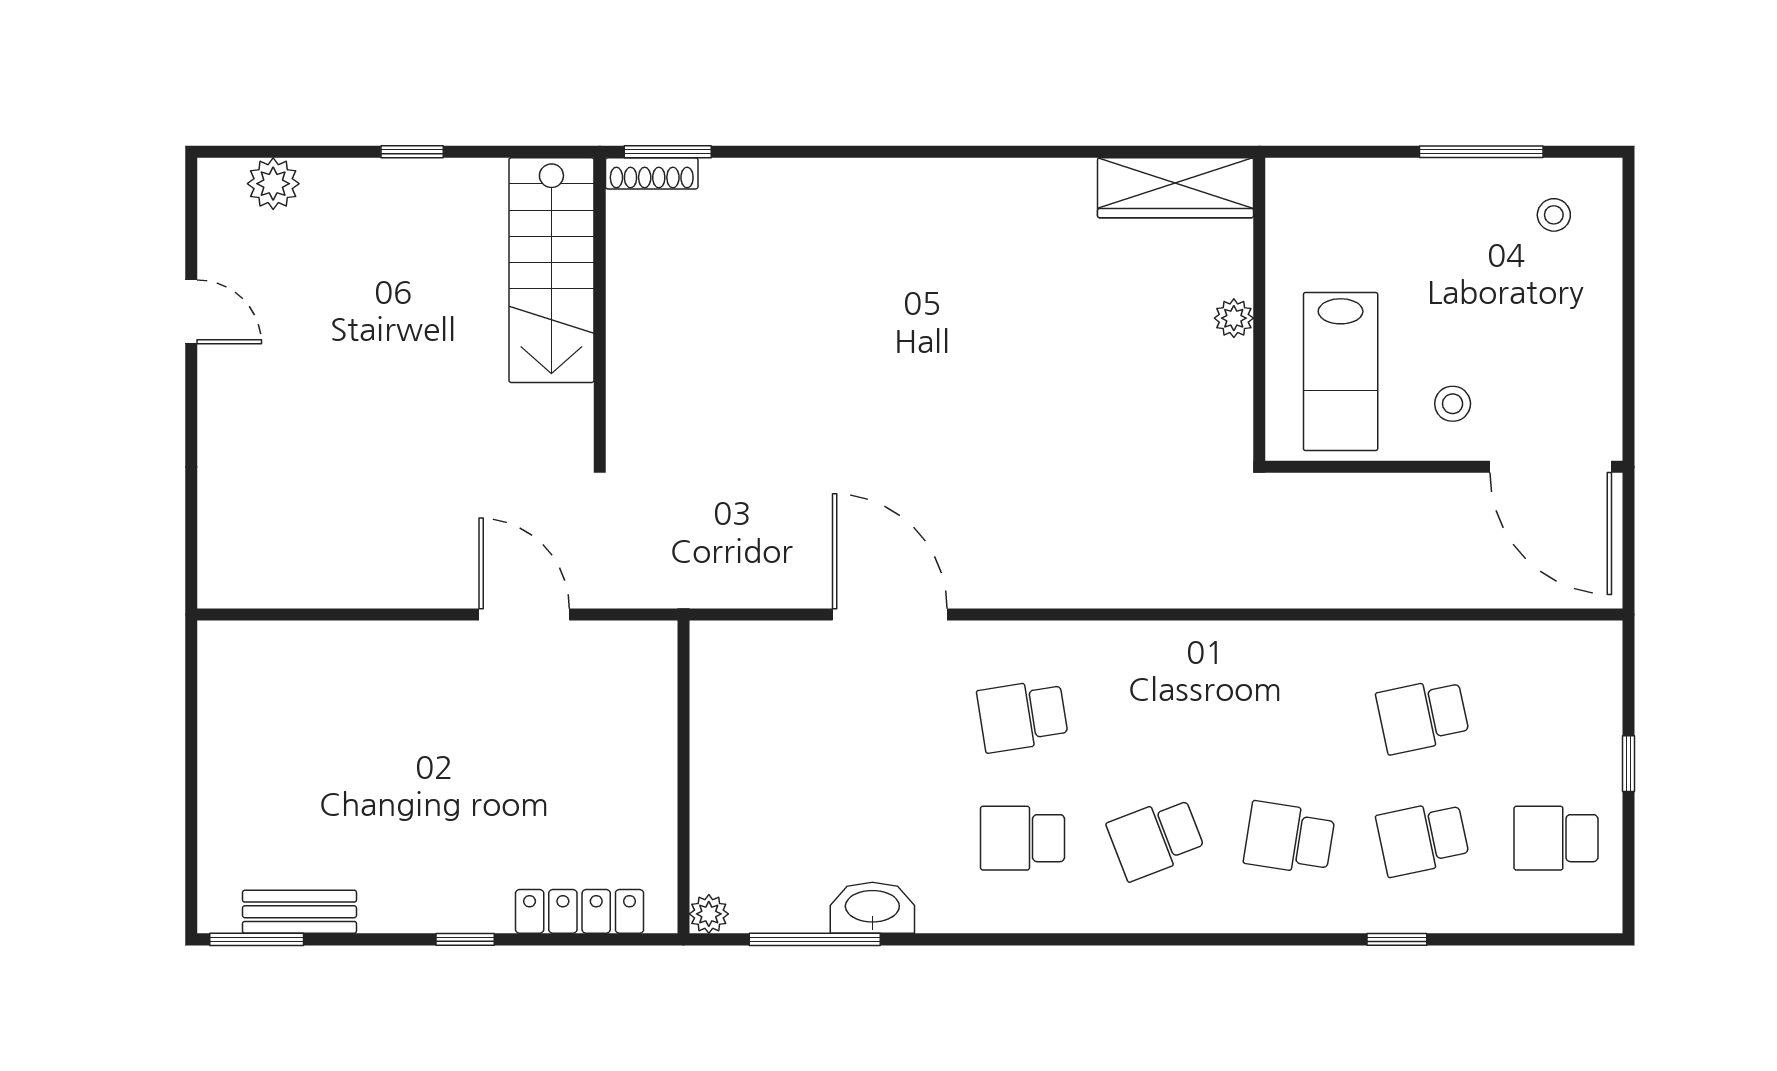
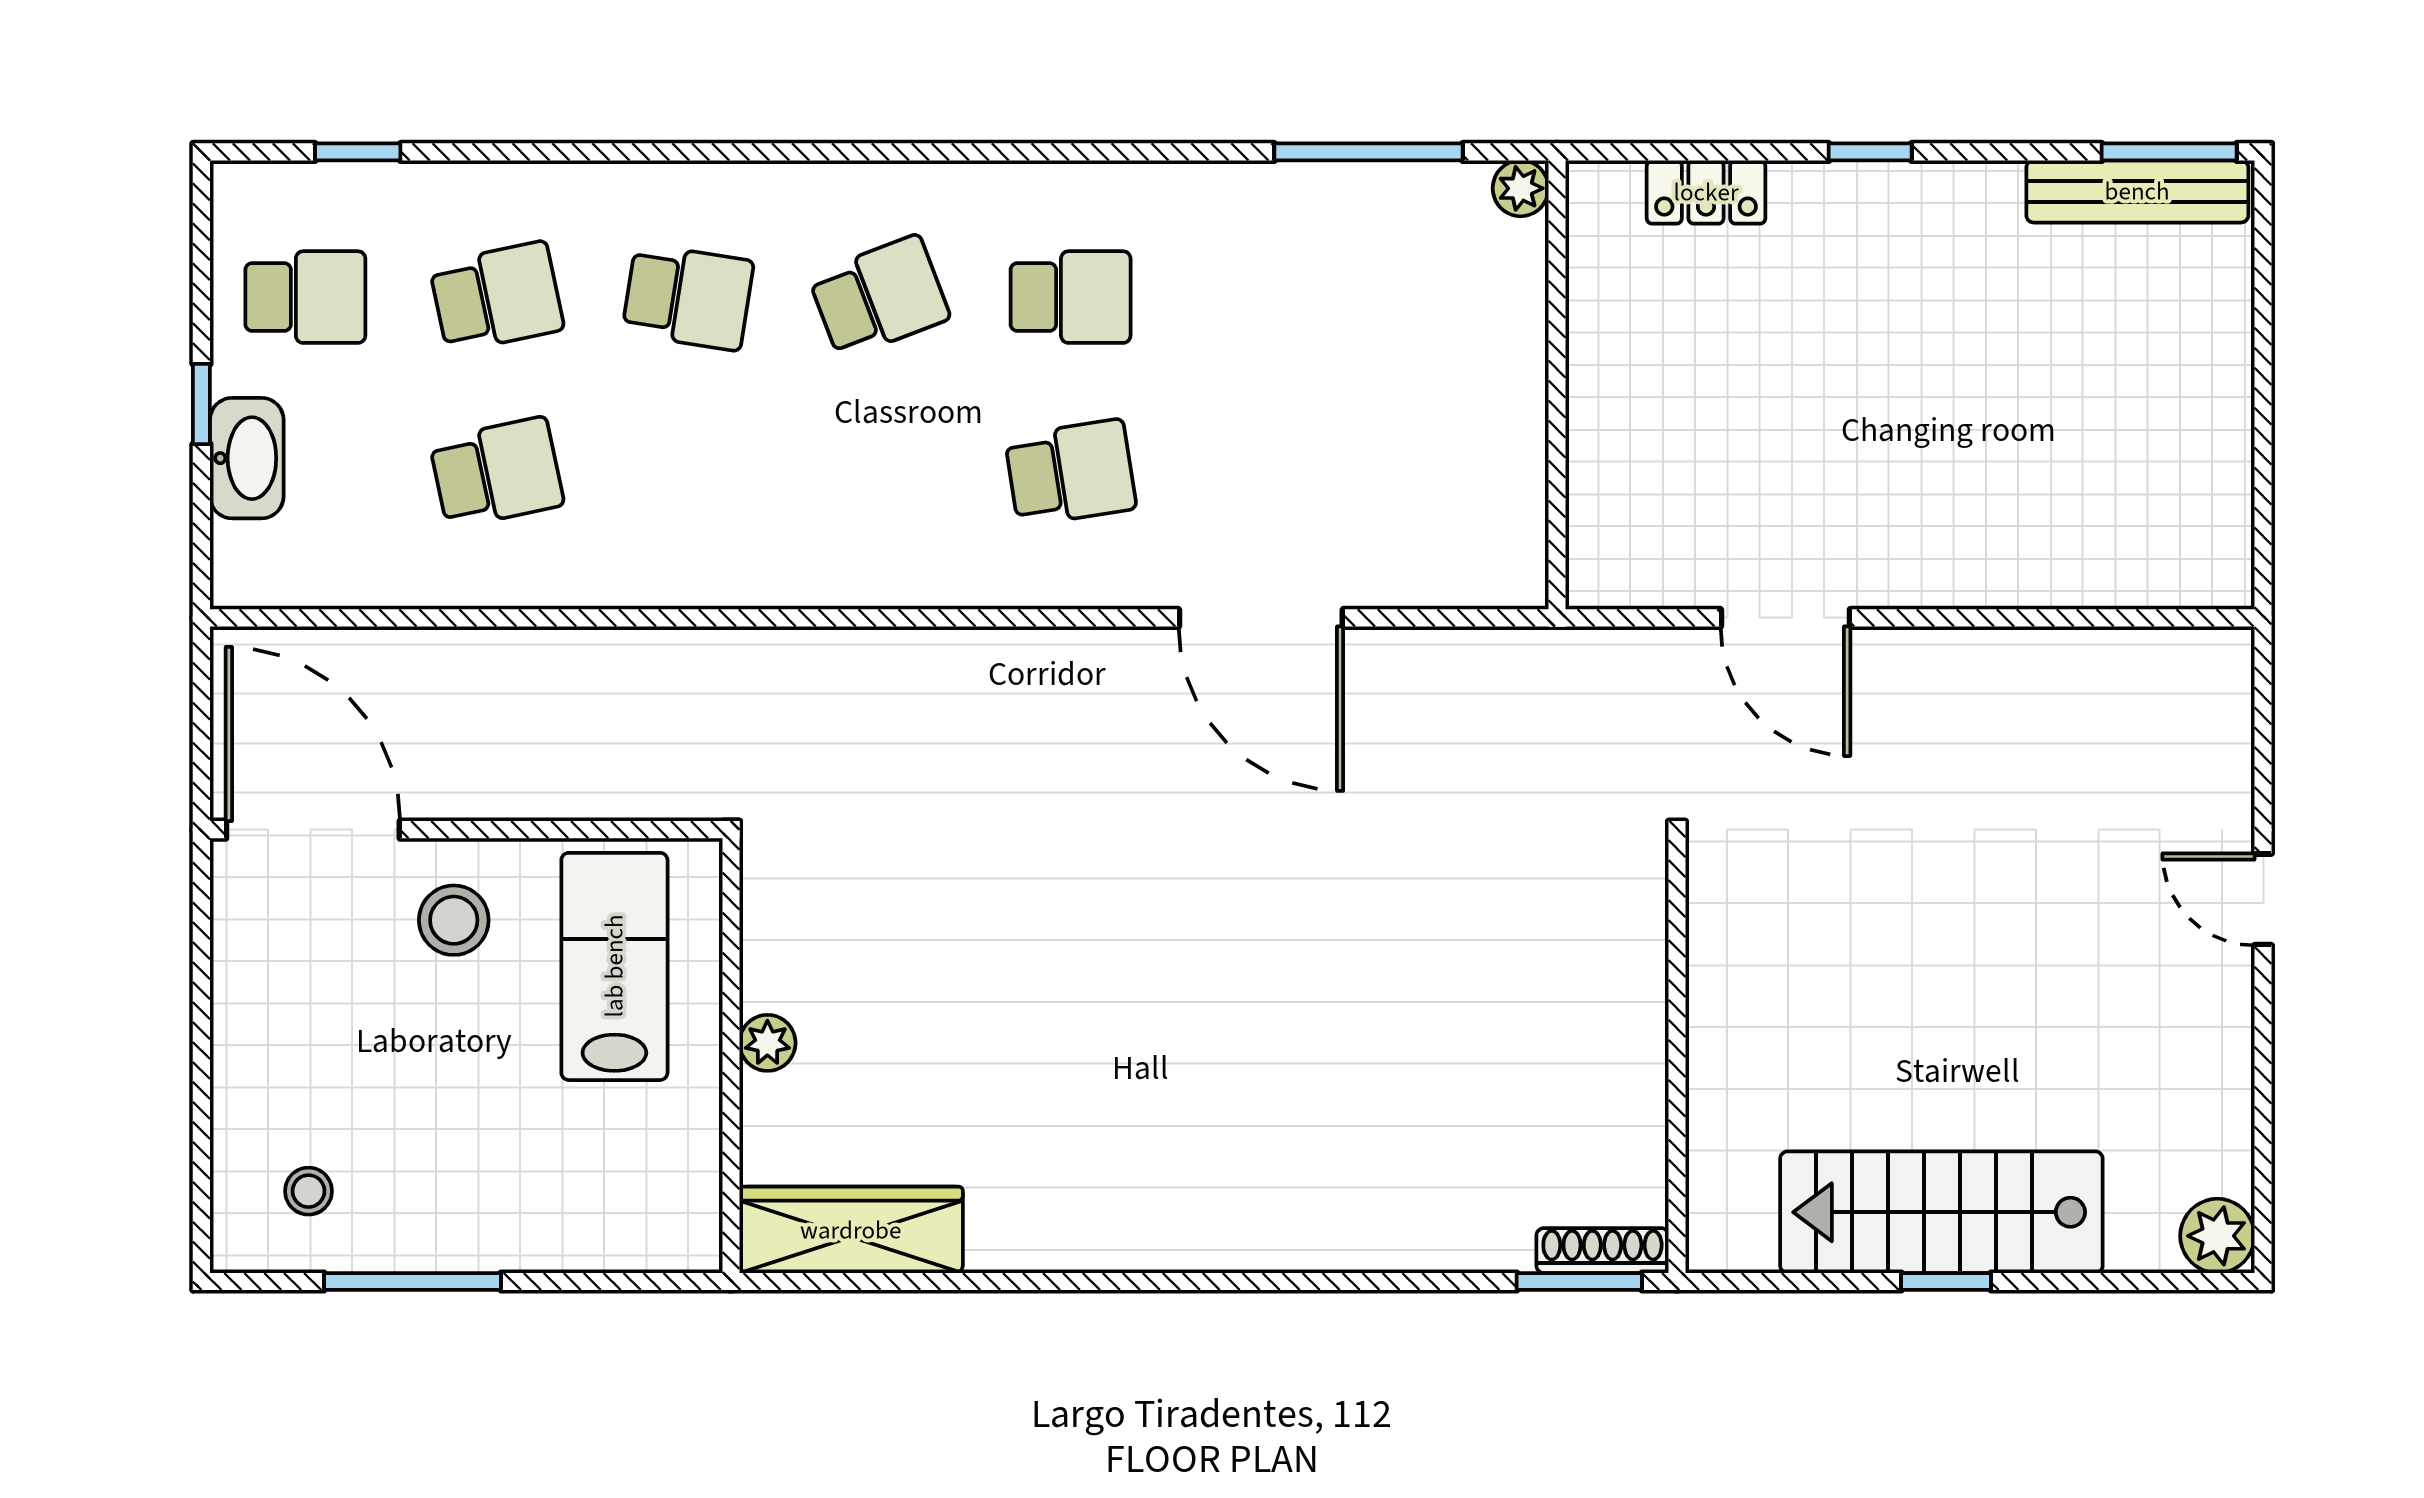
plant: (273, 184) -> (2217, 1236), moved
stairs: (551, 270) -> (1941, 1212), moved, turned -90
door: (191, 312) -> (2263, 899), moved
stool: (1453, 404) -> (454, 920), width x1.37, depth x1.37
washbasin: (872, 908) -> (247, 458), moved, turned -90
locker: (580, 911) -> (1706, 192), width x0.66
bench: (299, 912) -> (2137, 191), width x1.36
window: (1397, 939) -> (358, 152), moved

